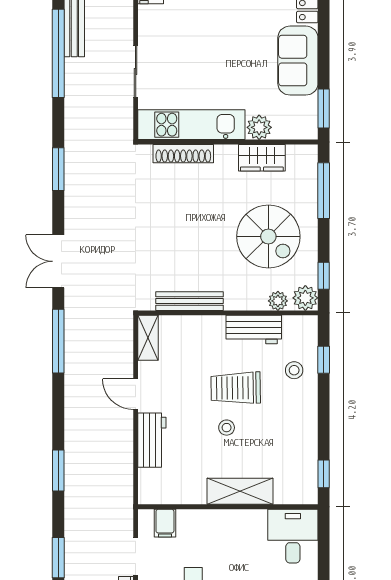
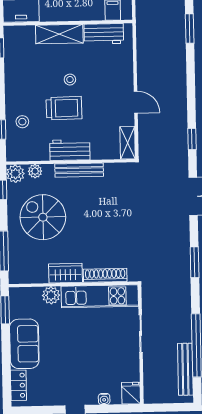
wardrobe: (262, 158) -> (65, 273), moved
bench: (190, 301) -> (79, 170), moved
workbench: (254, 329) -> (70, 150), moved
window: (58, 341) -> (192, 139), width x0.46
workbench: (152, 440) -> (104, 34), moved, turned -90
window: (58, 470) -> (190, 29), moved

